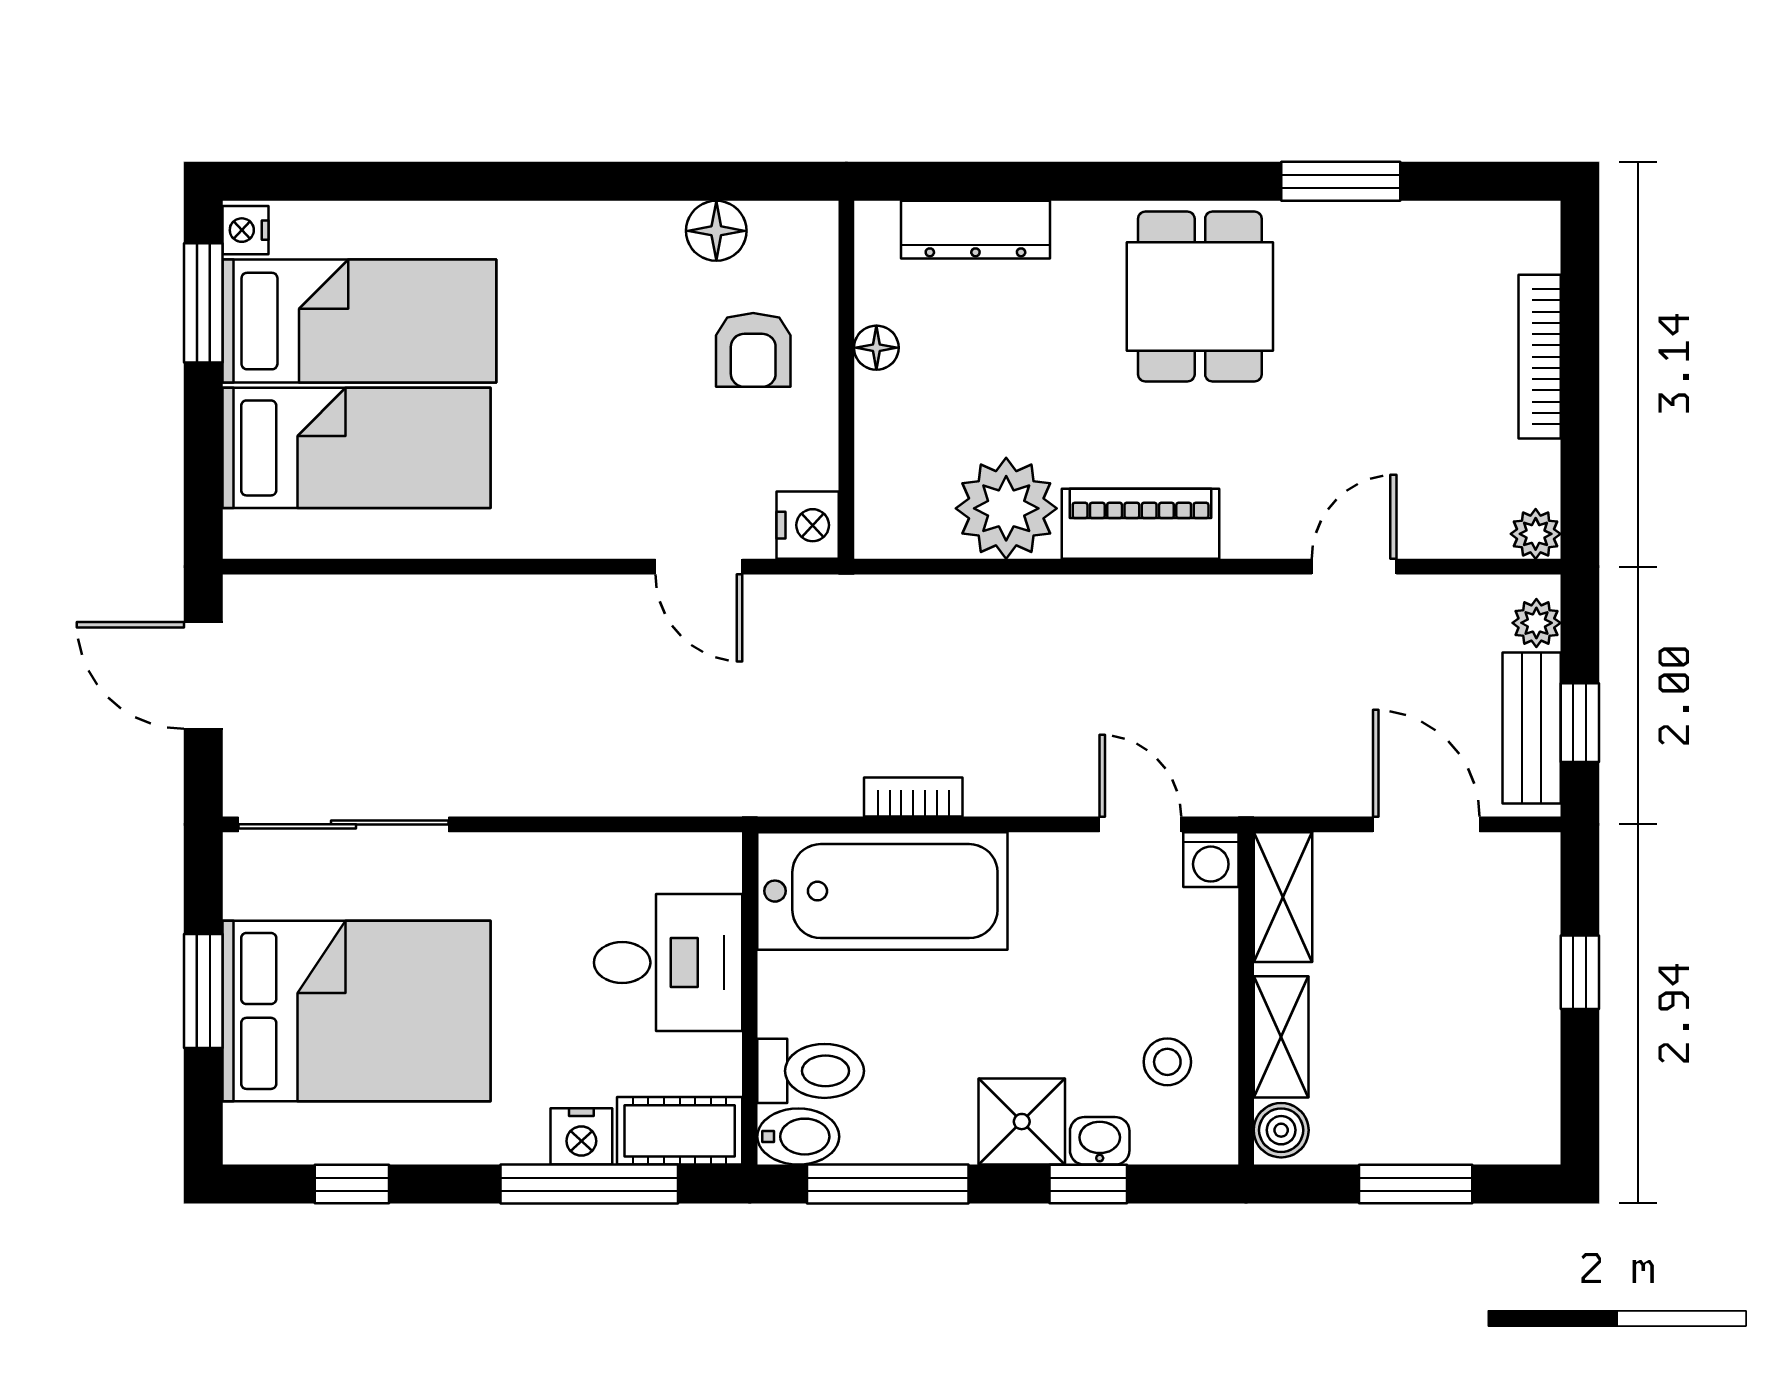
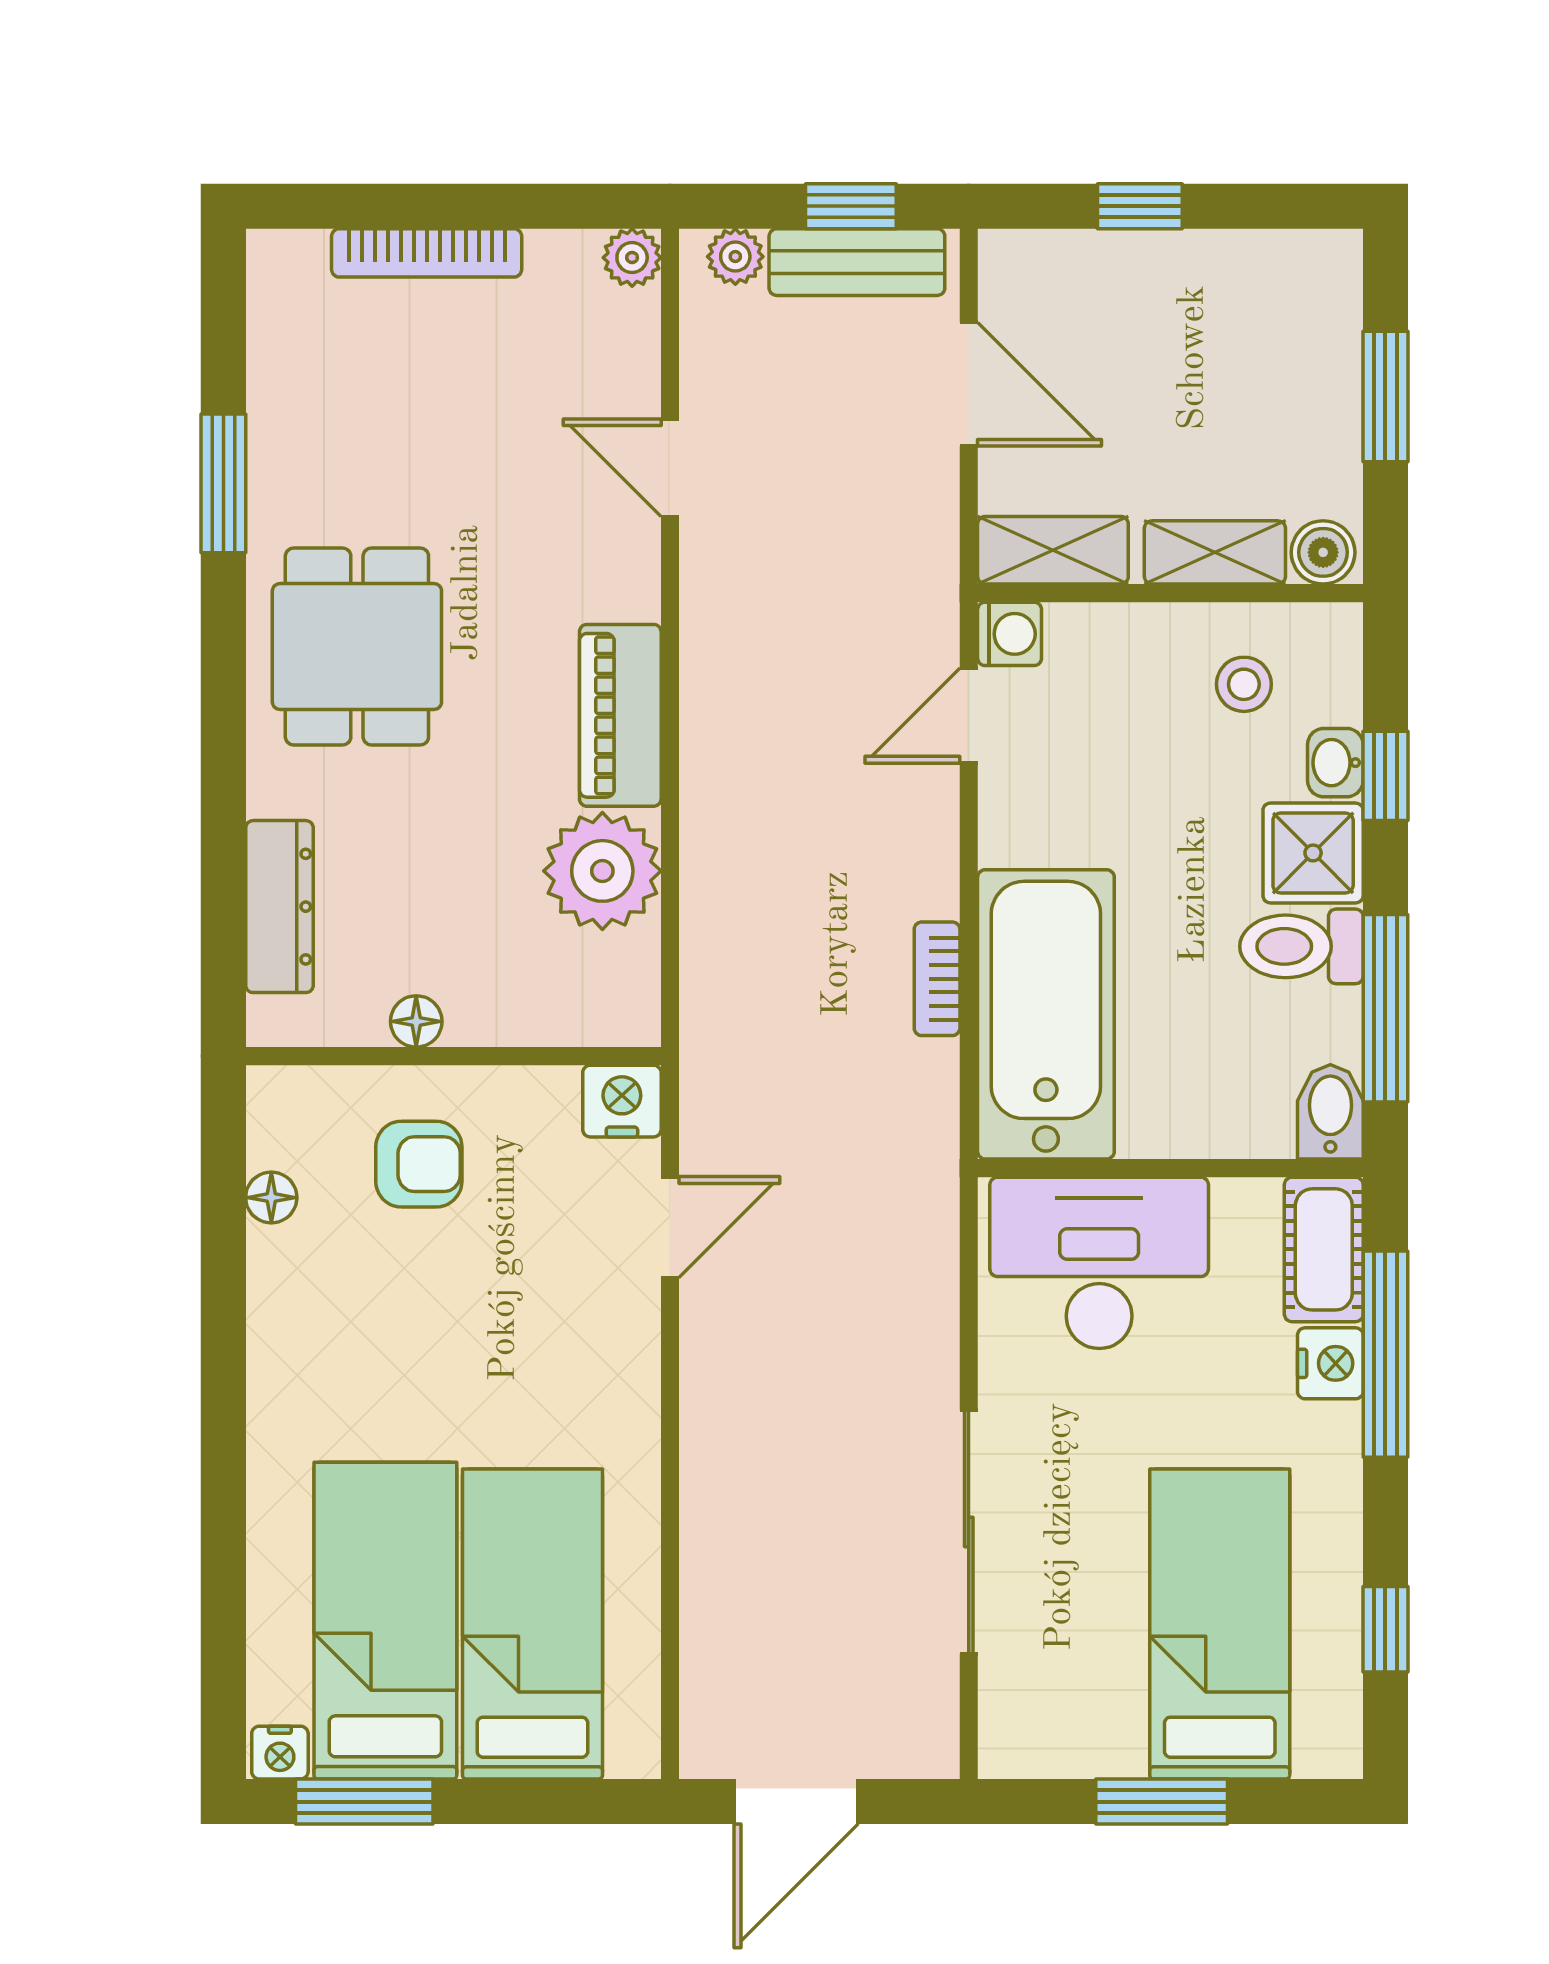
floor lamp: (716, 231) -> (271, 1198), width x0.73, depth x0.73
dining table: (1200, 297) -> (357, 647), turned 90
sliding door: (343, 824) -> (969, 1532), moved
door: (1426, 824) -> (969, 384), swing flipped
desk: (668, 963) -> (1099, 1263), width x1.37
bed: (356, 1011) -> (1220, 1624), width x0.67
toilet: (811, 1071) -> (1301, 946), moved, turned -90

